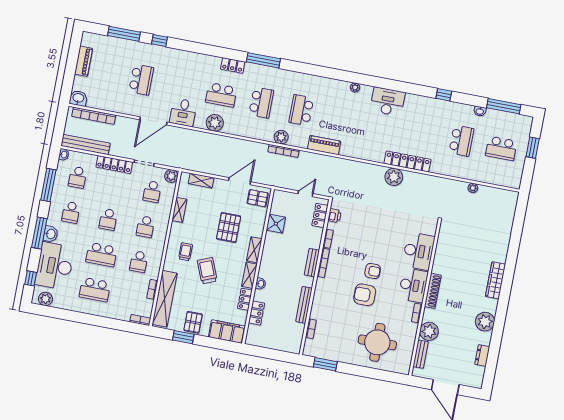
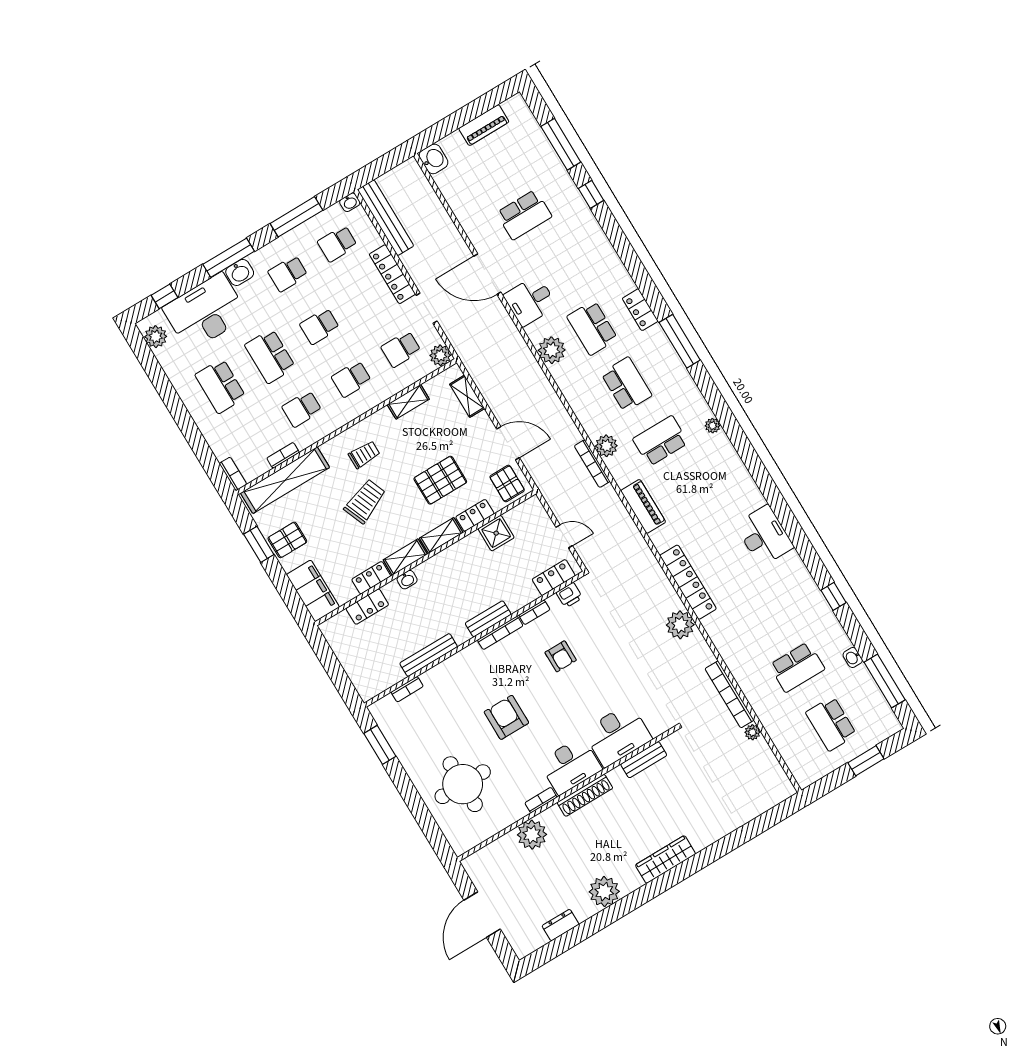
plant: (355, 87) -> (713, 426), moved
school desk: (261, 103) -> (626, 384), turned -90
bookcase: (94, 116) -> (729, 694), moved
locker: (407, 161) -> (688, 582), moved
locker: (259, 226) -> (475, 515), added
armchair: (373, 271) -> (561, 656), moved
bench: (421, 354) -> (644, 760), moved

